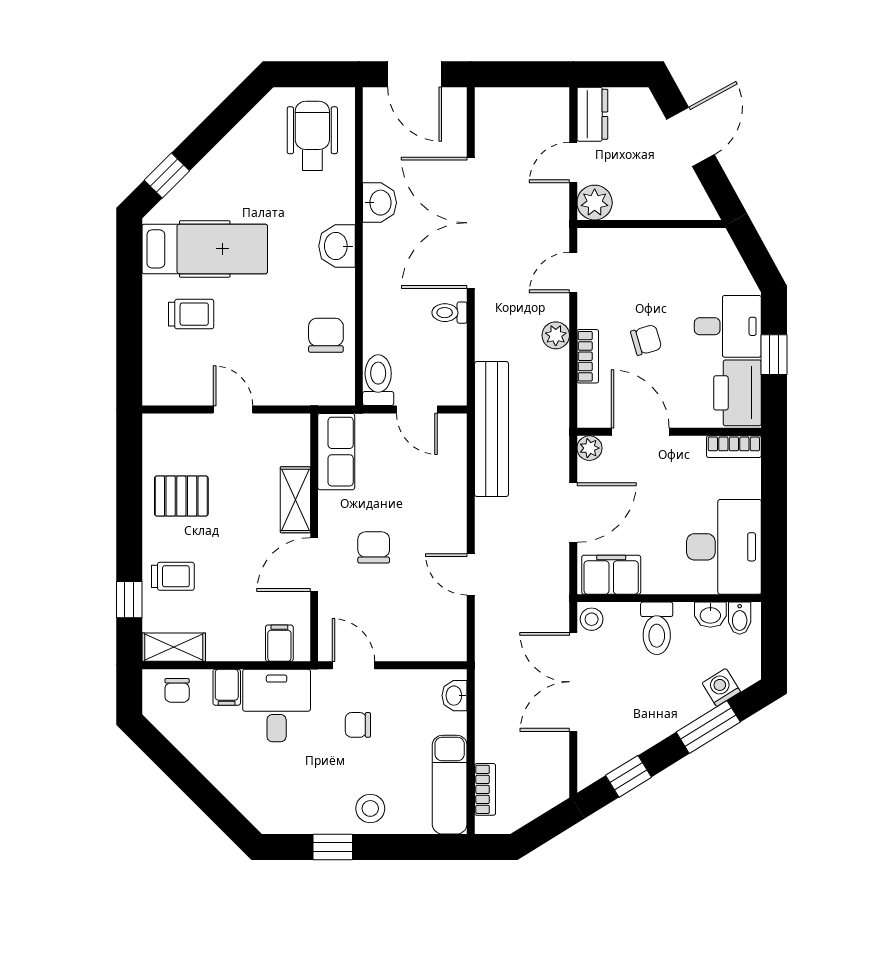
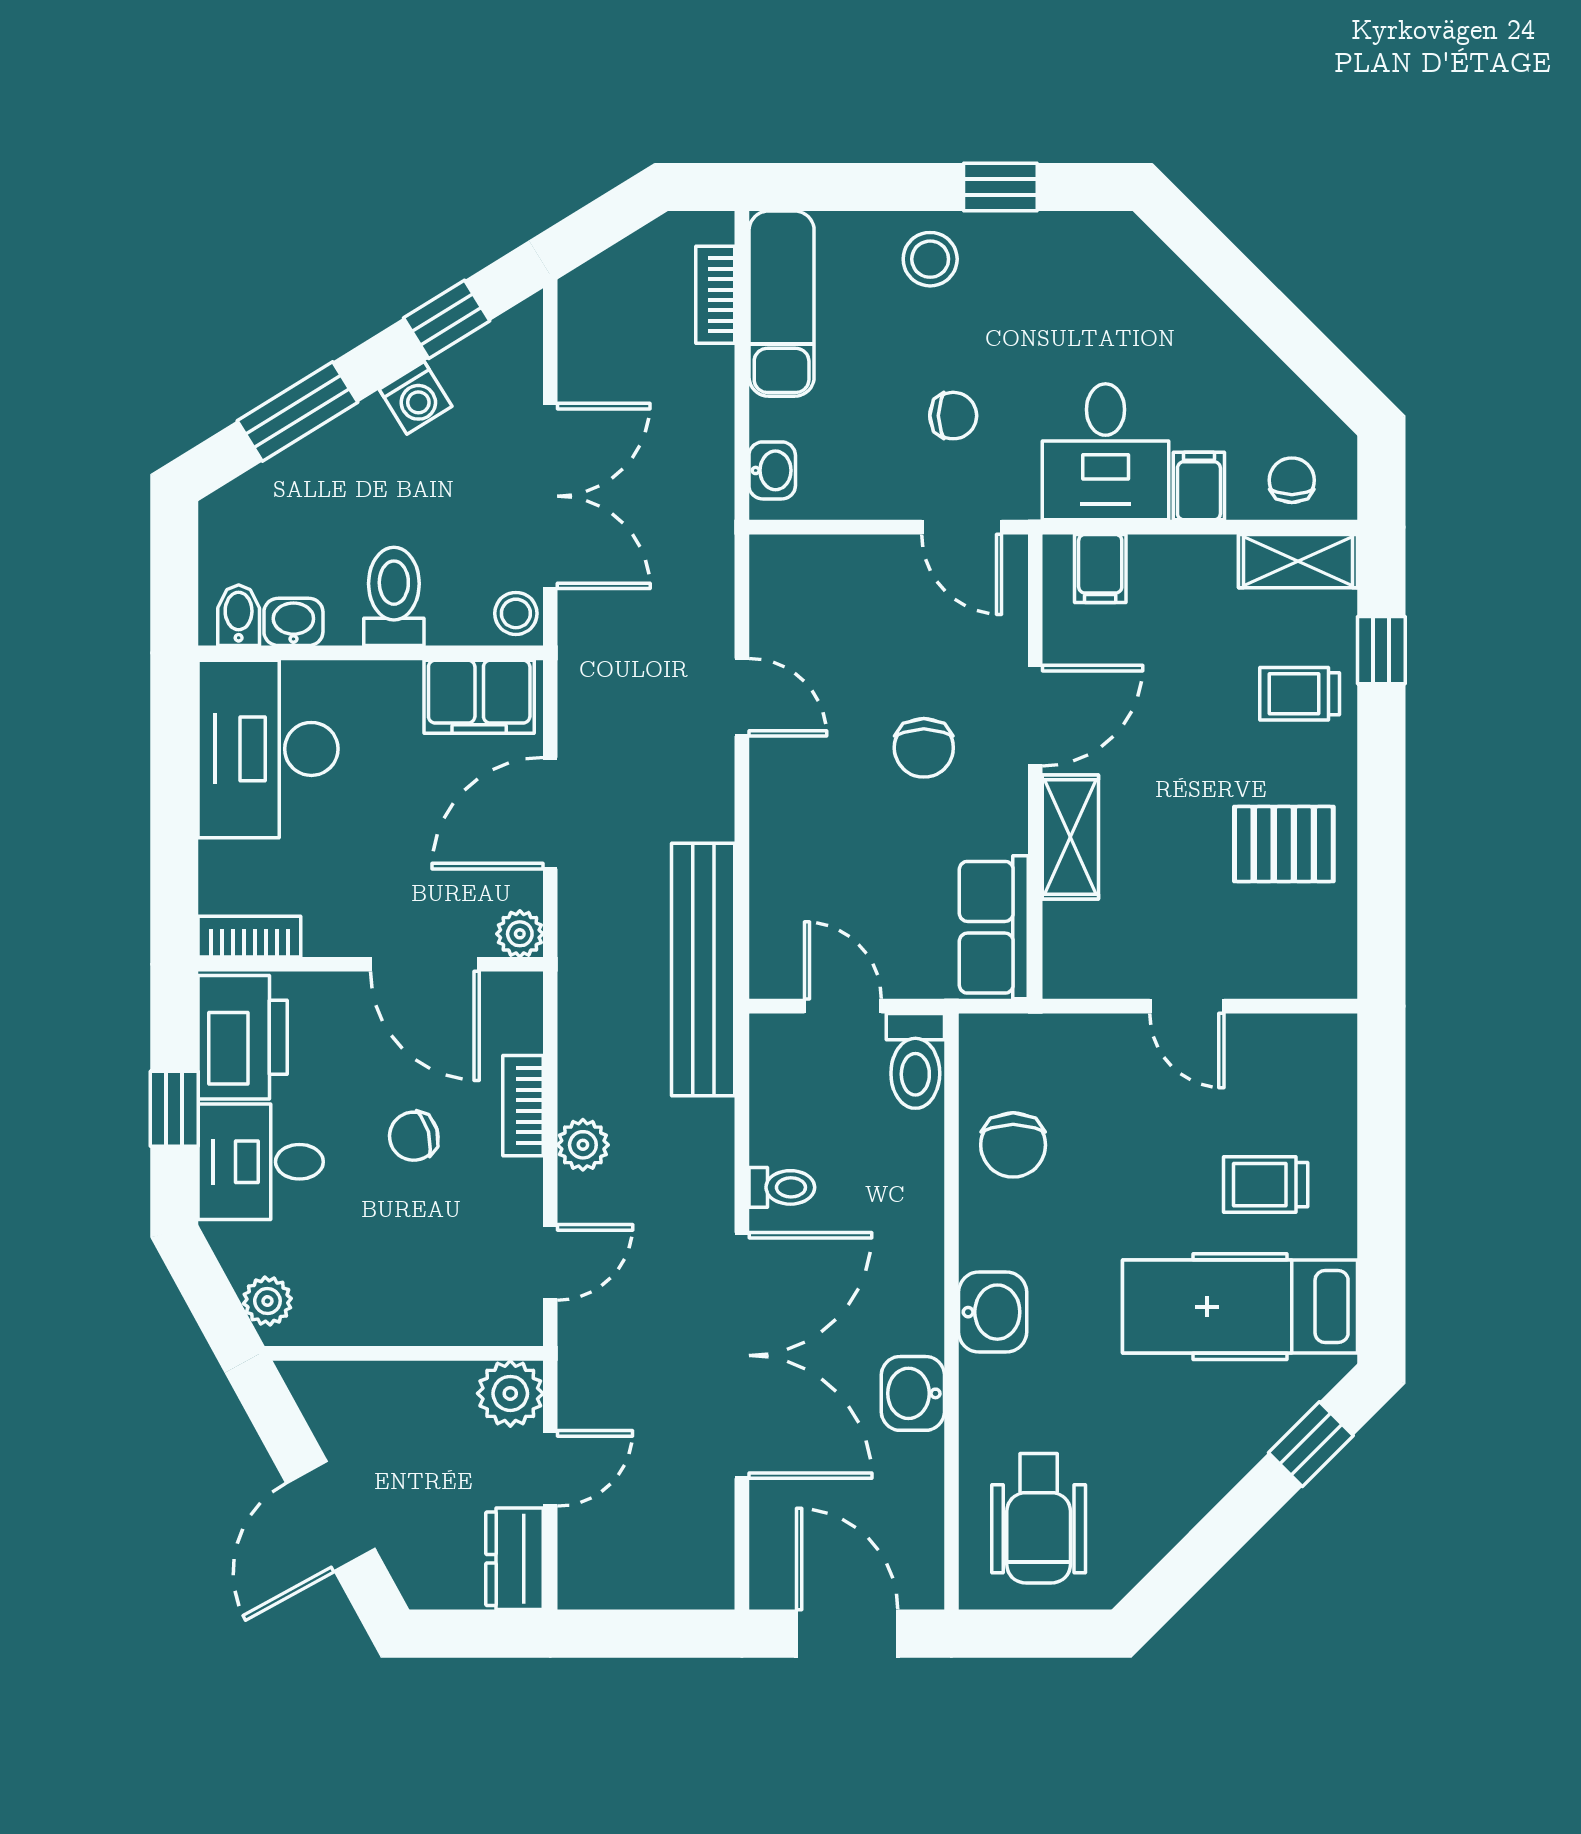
plant: (724, 252) -> (267, 1301), added
washing machine: (721, 687) -> (416, 398), moved

